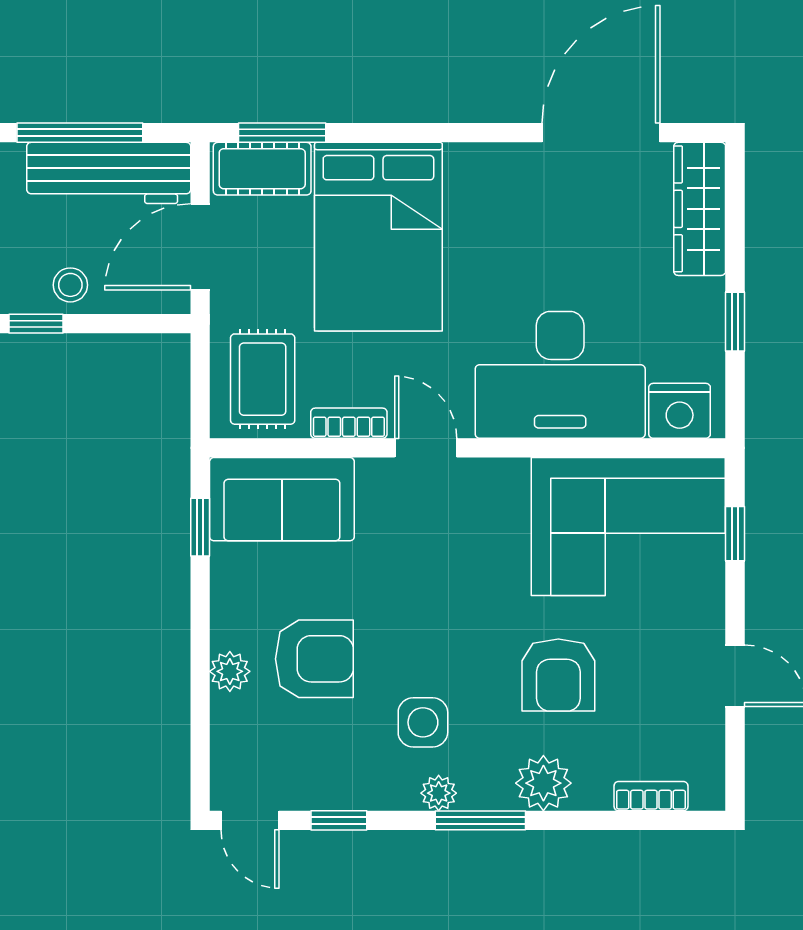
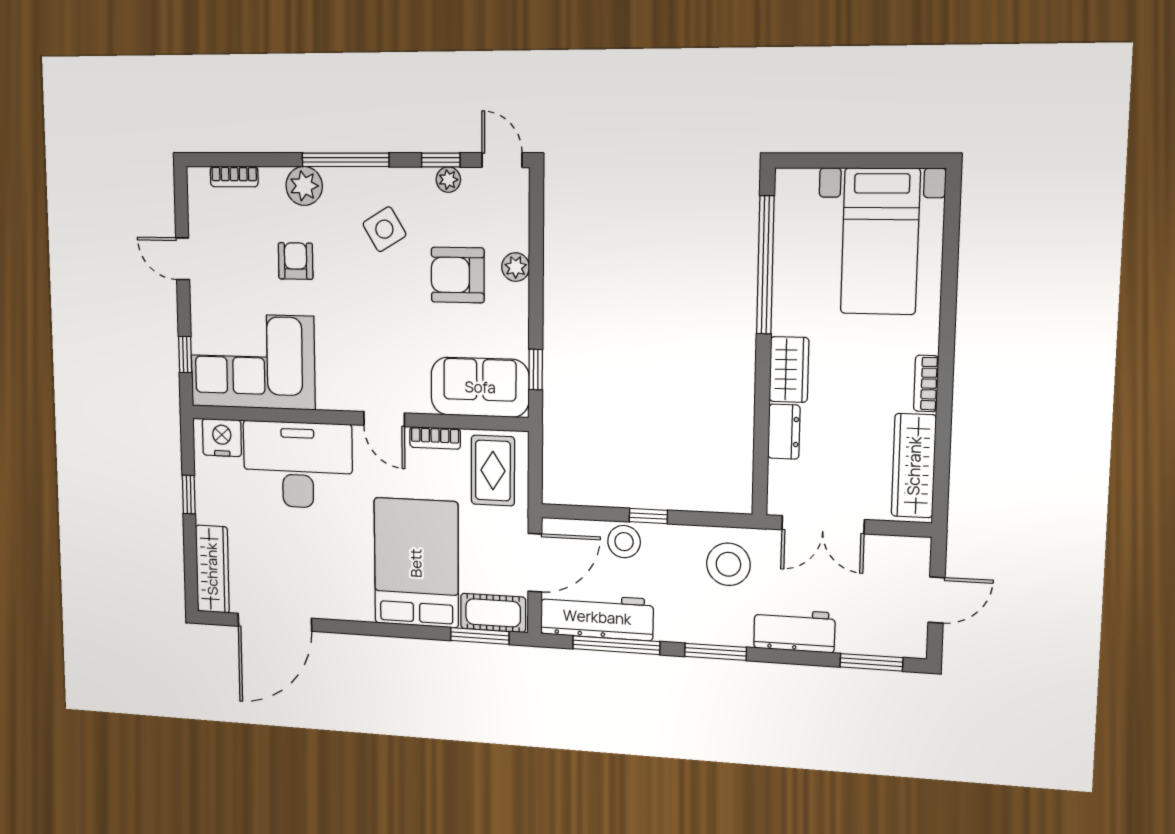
stool: (70, 285) -> (624, 542), width x1.37, depth x1.37
armchair: (558, 675) -> (296, 261), width x0.72, depth x0.72
side table: (423, 722) -> (384, 229), turned -31
plant: (439, 793) -> (448, 180), moved
window: (480, 820) -> (345, 160), width x1.44

